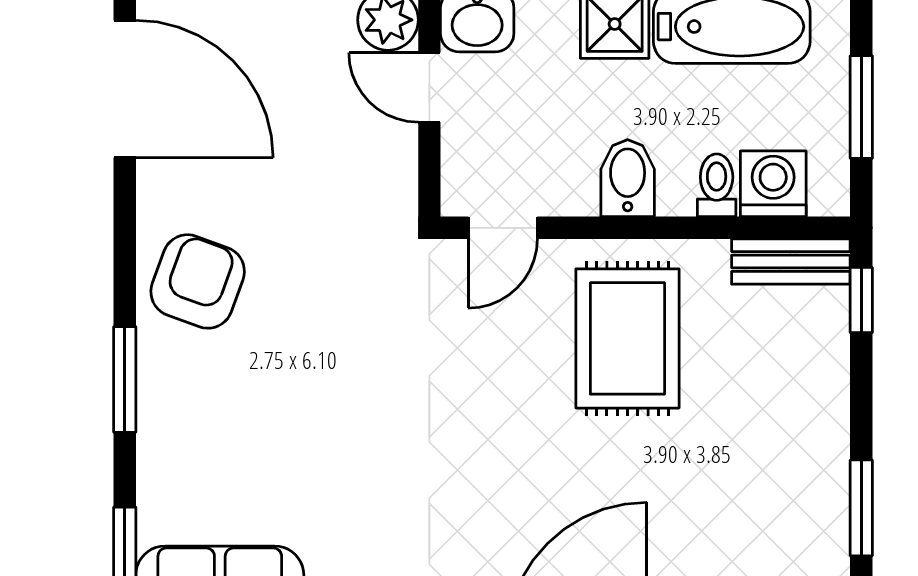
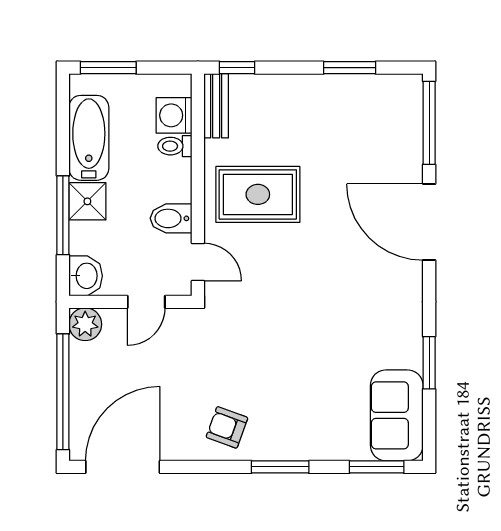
door: (429, 87) -> (146, 302), moved
window: (861, 107) -> (108, 68), moved
bidet: (628, 178) -> (171, 218), moved
armchair: (198, 281) -> (227, 427), width x0.72, depth x0.72

